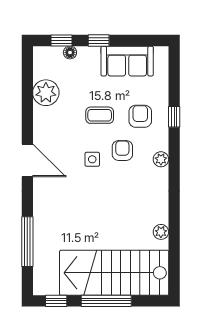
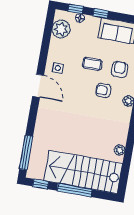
plant: (46, 93) -> (61, 29), moved
armchair: (122, 150) -> (103, 90), turned -90
side table: (92, 159) -> (58, 68), moved
window: (27, 242) -> (26, 153), moved

